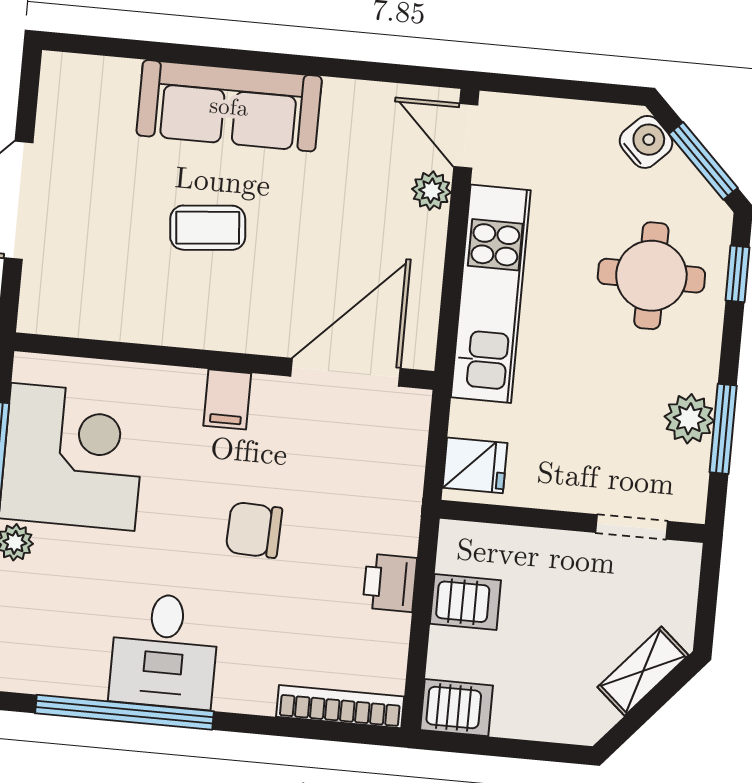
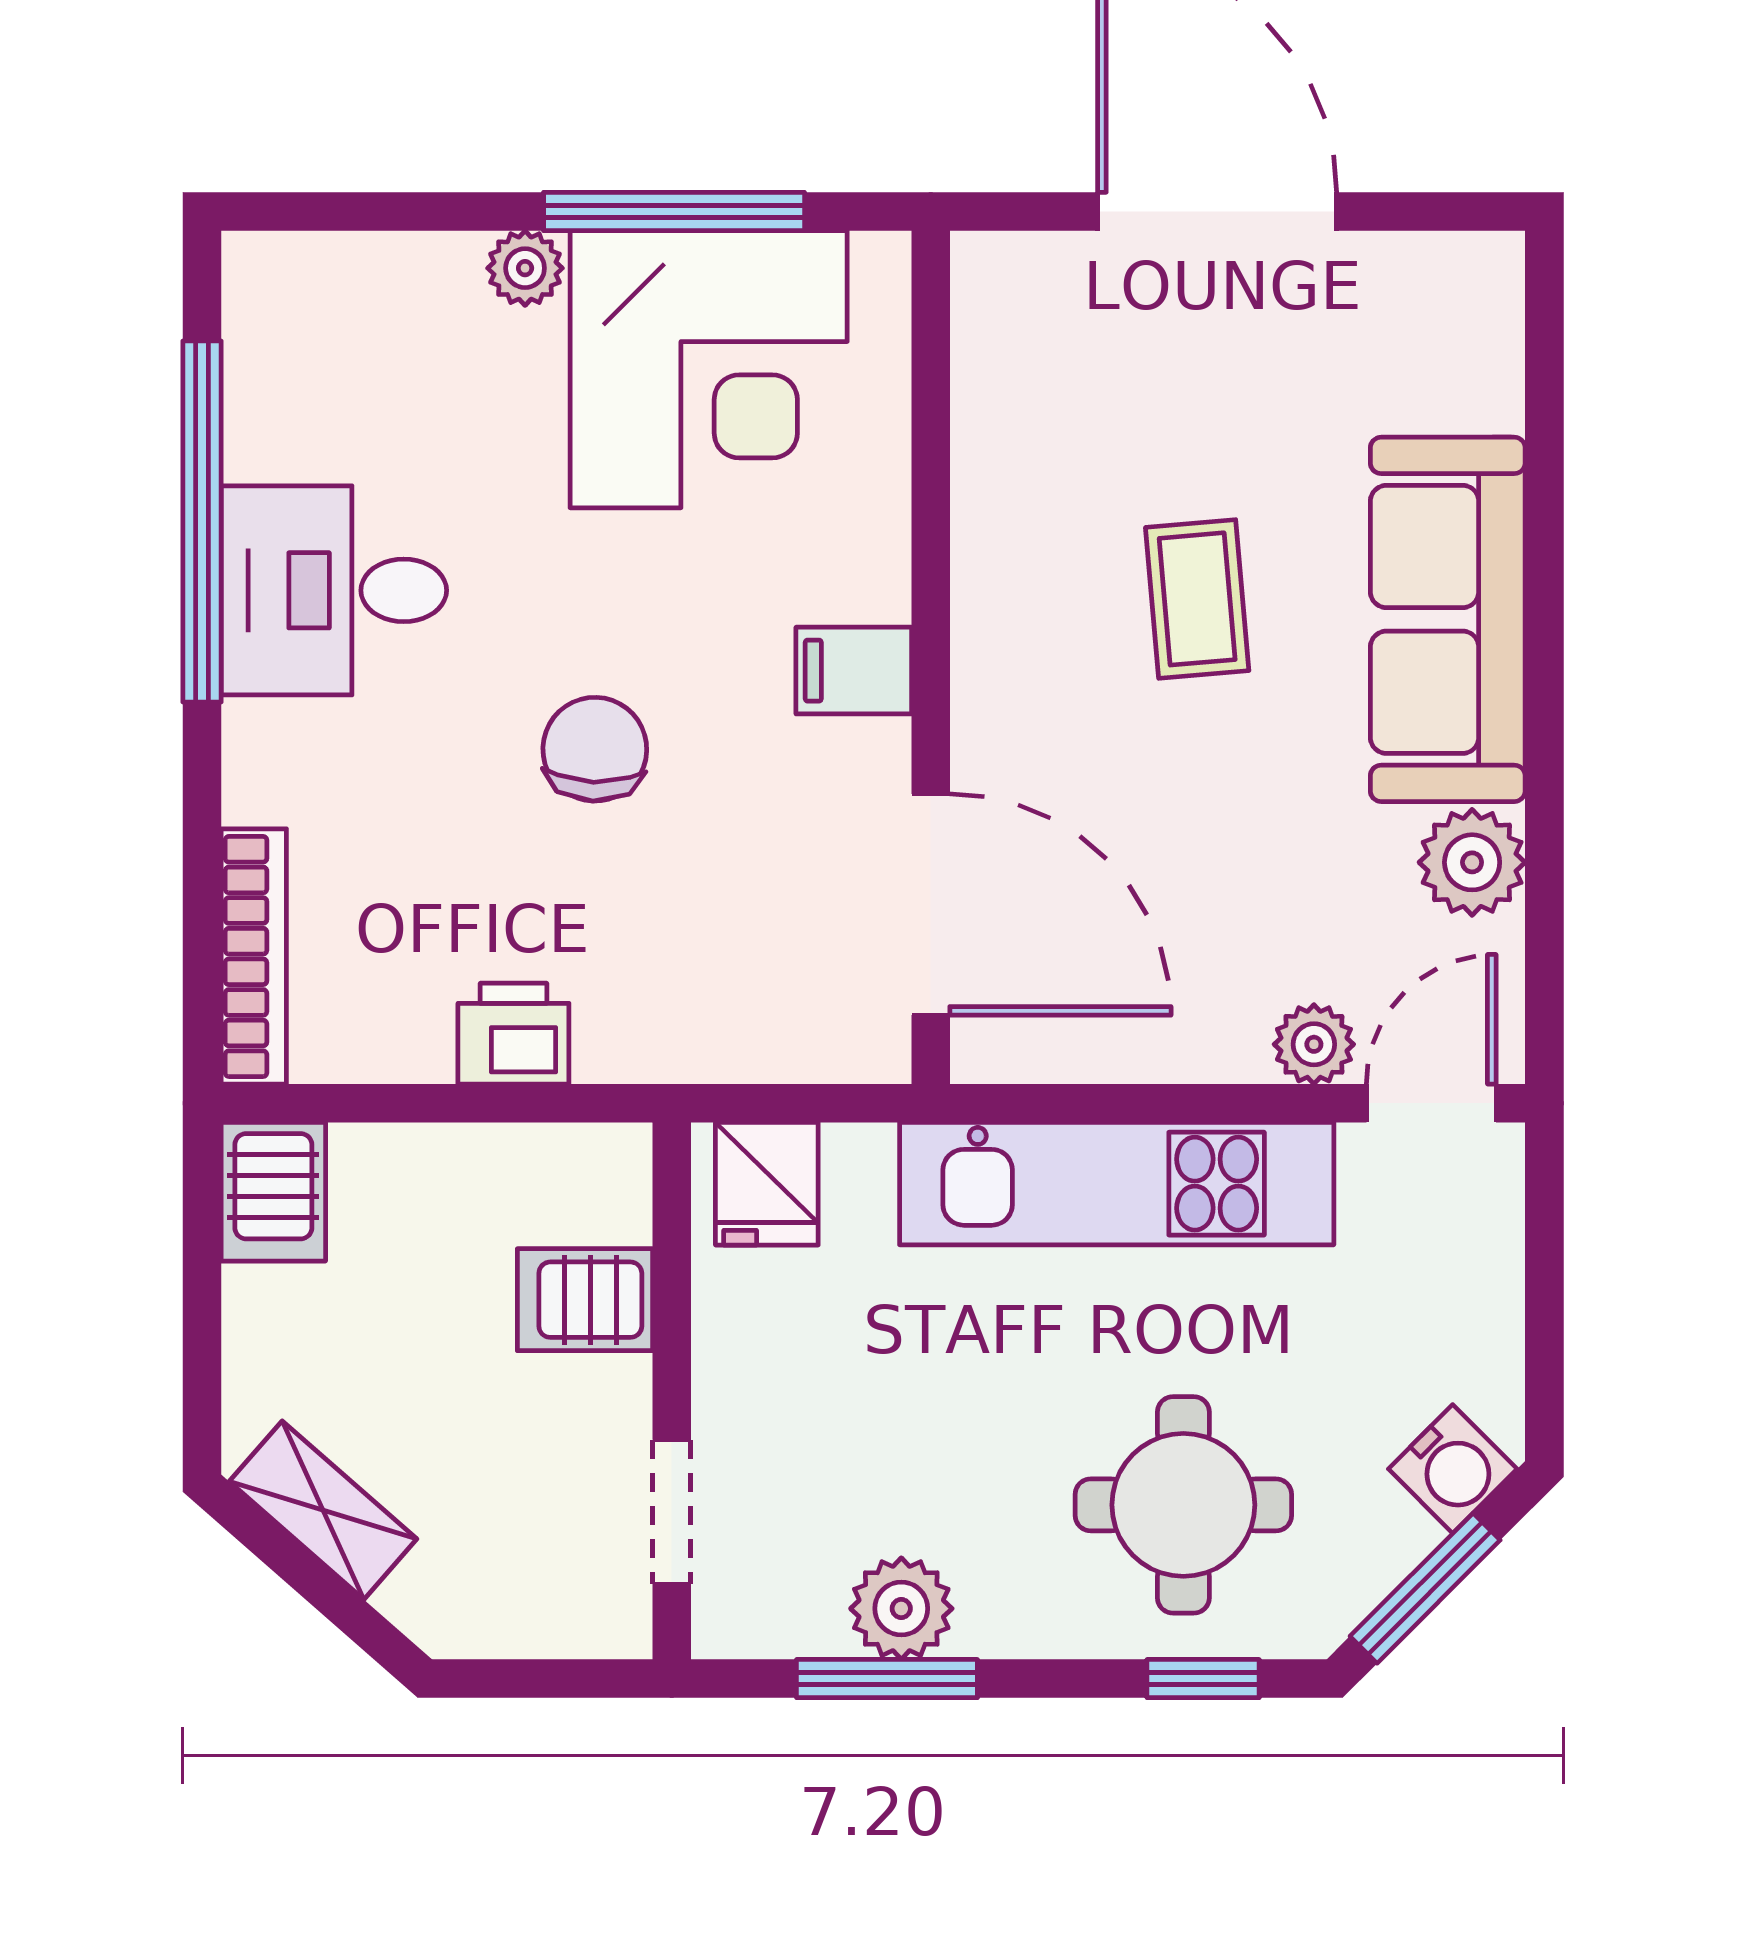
plant: (349, 105) -> (1472, 862), added
server rack: (465, 602) -> (585, 1300), moved, turned 90
shelving: (643, 671) -> (323, 1510), moved

